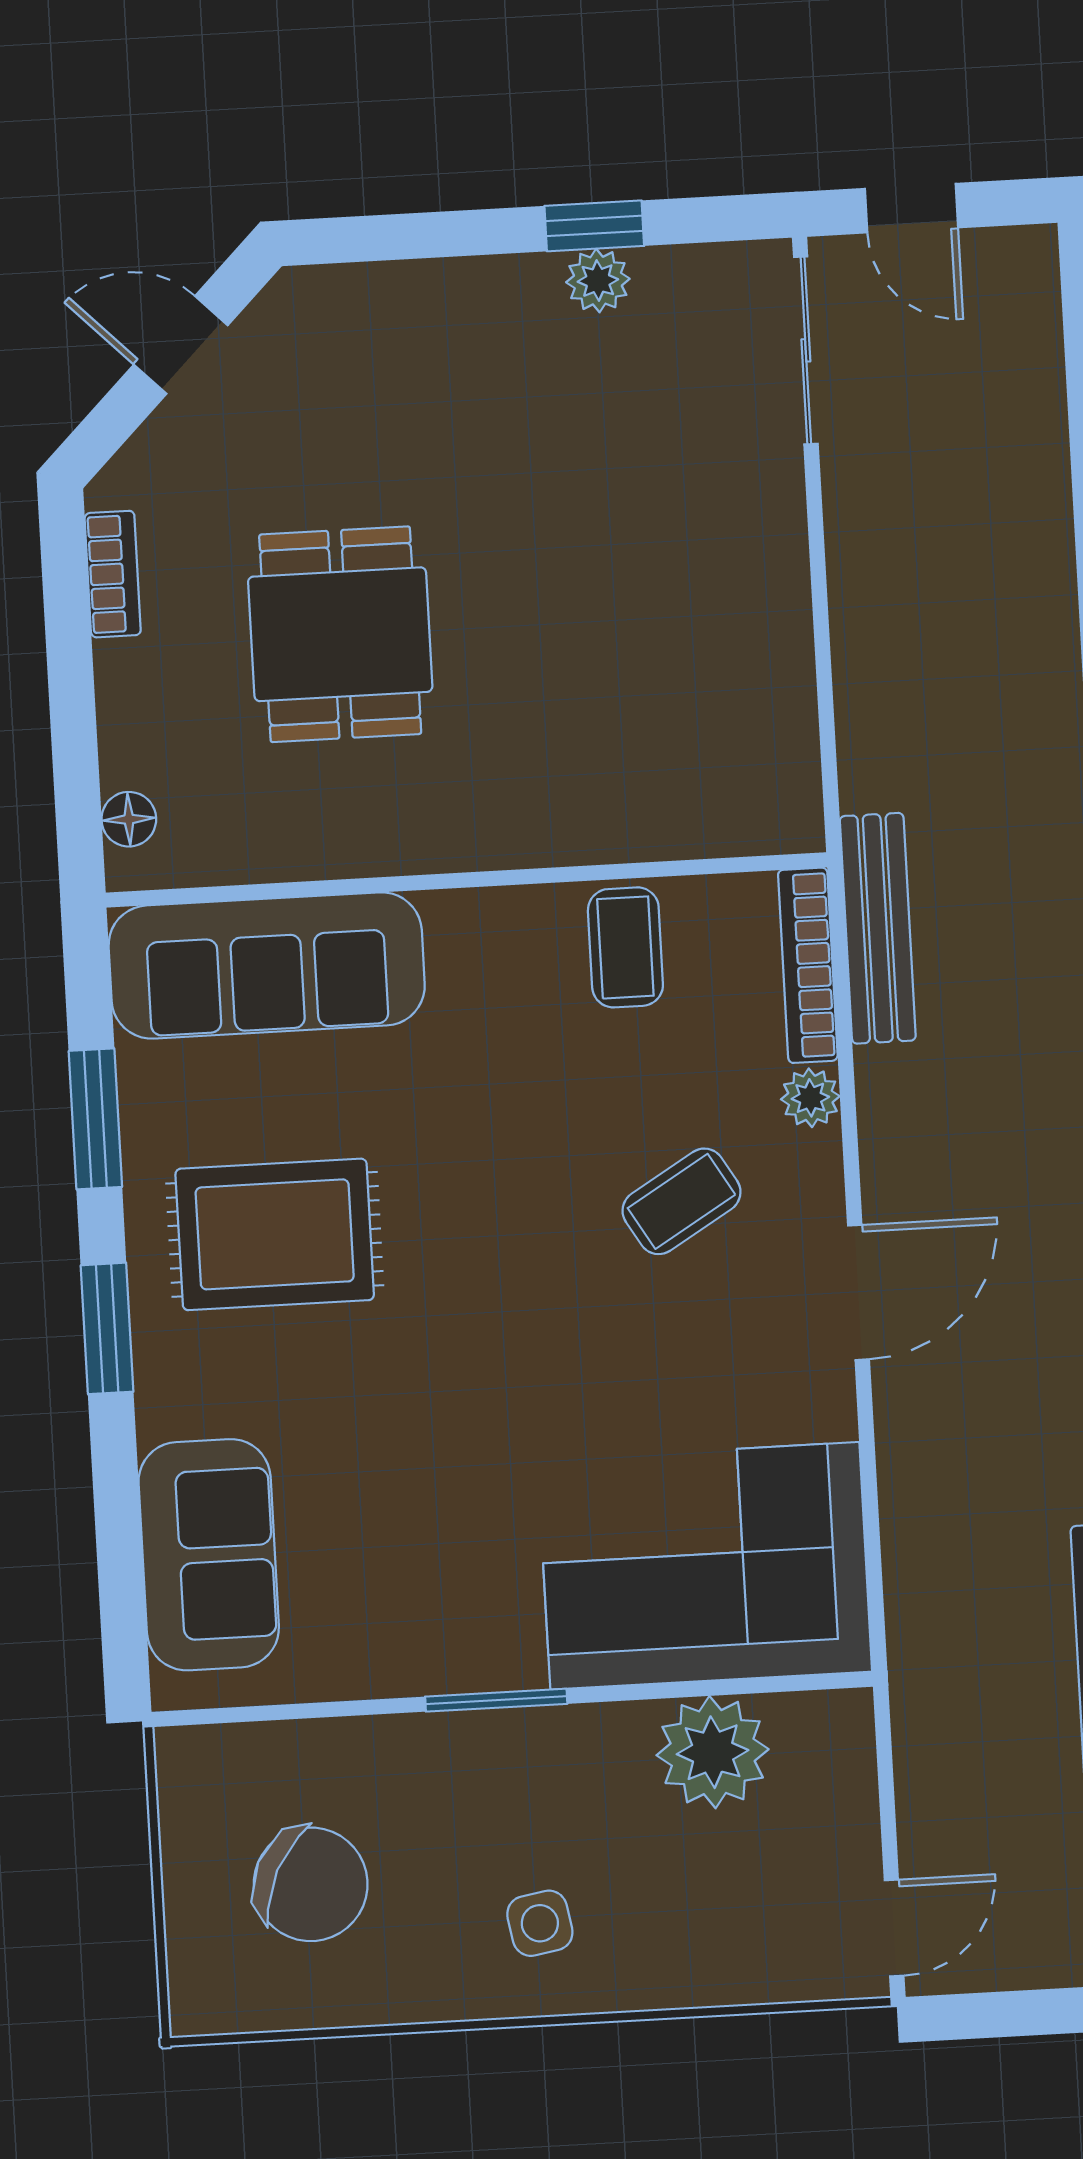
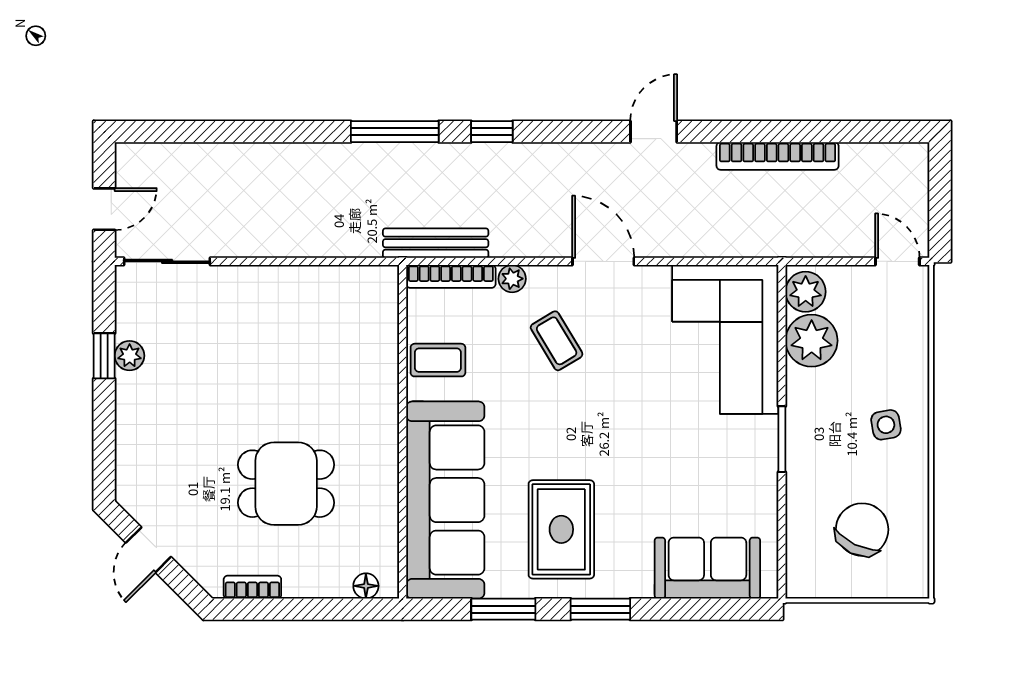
sofa: (267, 965) -> (445, 500), width x1.36, depth x1.27
plant: (818, 1733) -> (806, 292), added

